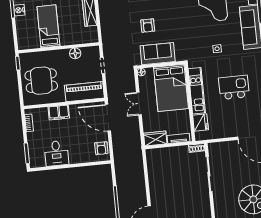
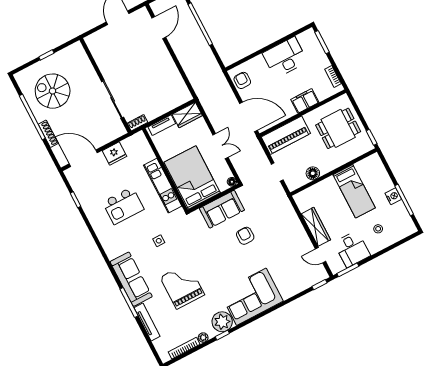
fridge: (201, 122) -> (114, 154), moved, turned -90
desk: (56, 153) -> (285, 57), width x1.37

